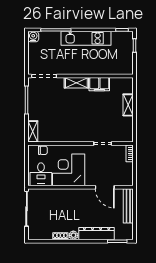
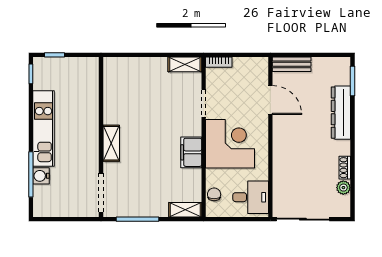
water cooler: (33, 37) -> (41, 176), moved
filing cabinet: (99, 84) -> (191, 152), moved, turned 180
shelving: (128, 105) -> (185, 64), moved
corner desk: (69, 170) -> (230, 144), moved, turned 180
door: (105, 187) -> (270, 100), hinge flipped
bench: (128, 206) -> (292, 64), width x0.73
plant: (73, 235) -> (343, 188), moved

